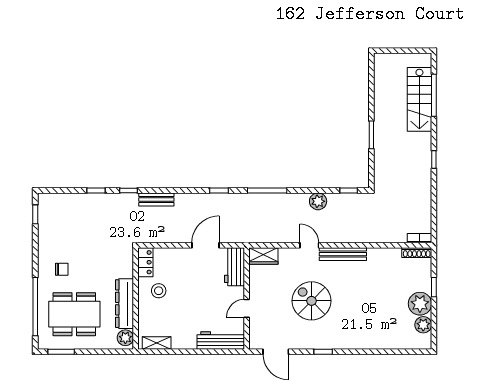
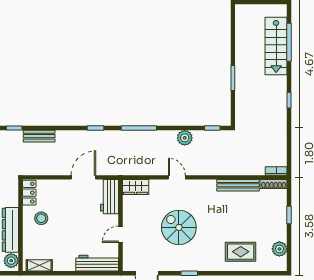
bench: (343, 254) -> (238, 185), moved
plant: (420, 304) -> (277, 230), removed
rug: (380, 328) -> (241, 252), added

